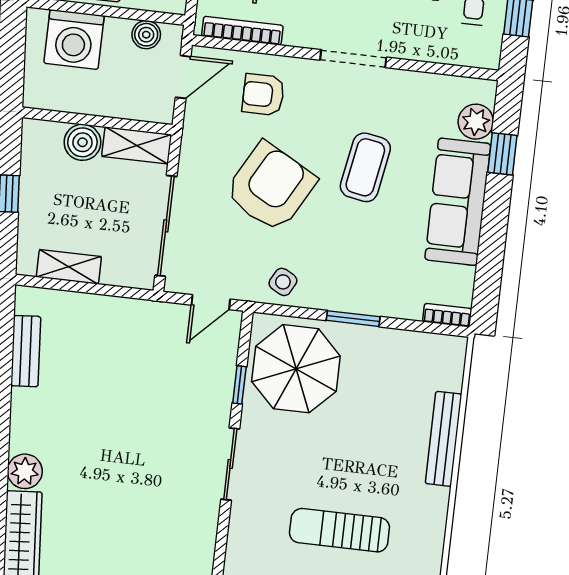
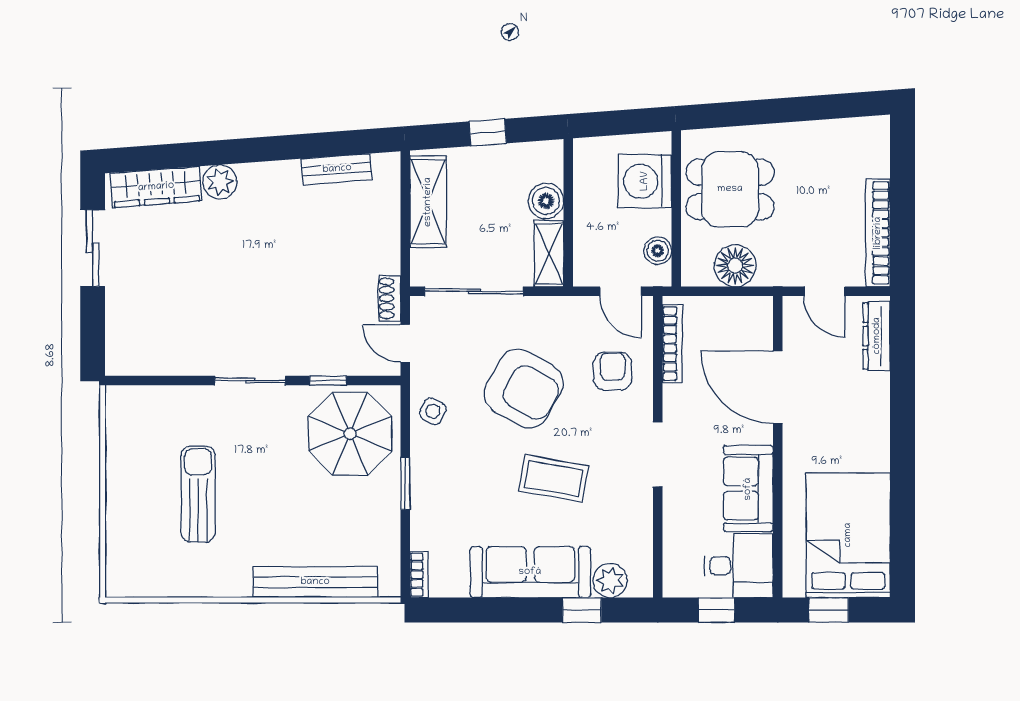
shelving: (69, 267) -> (428, 202), width x1.50, depth x1.33
shoe rack: (163, 313) -> (389, 298), added
bench: (444, 439) -> (315, 582), width x1.37, depth x1.21

